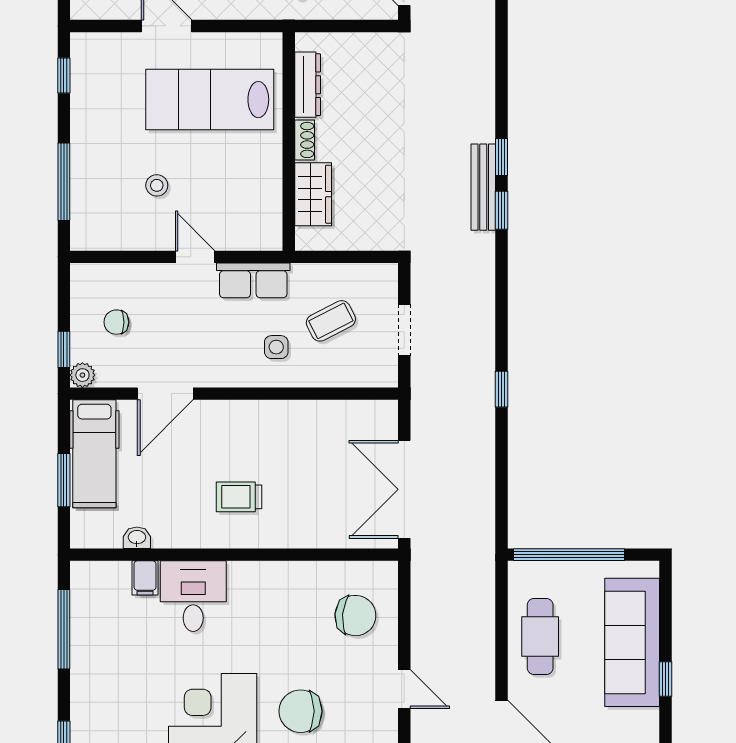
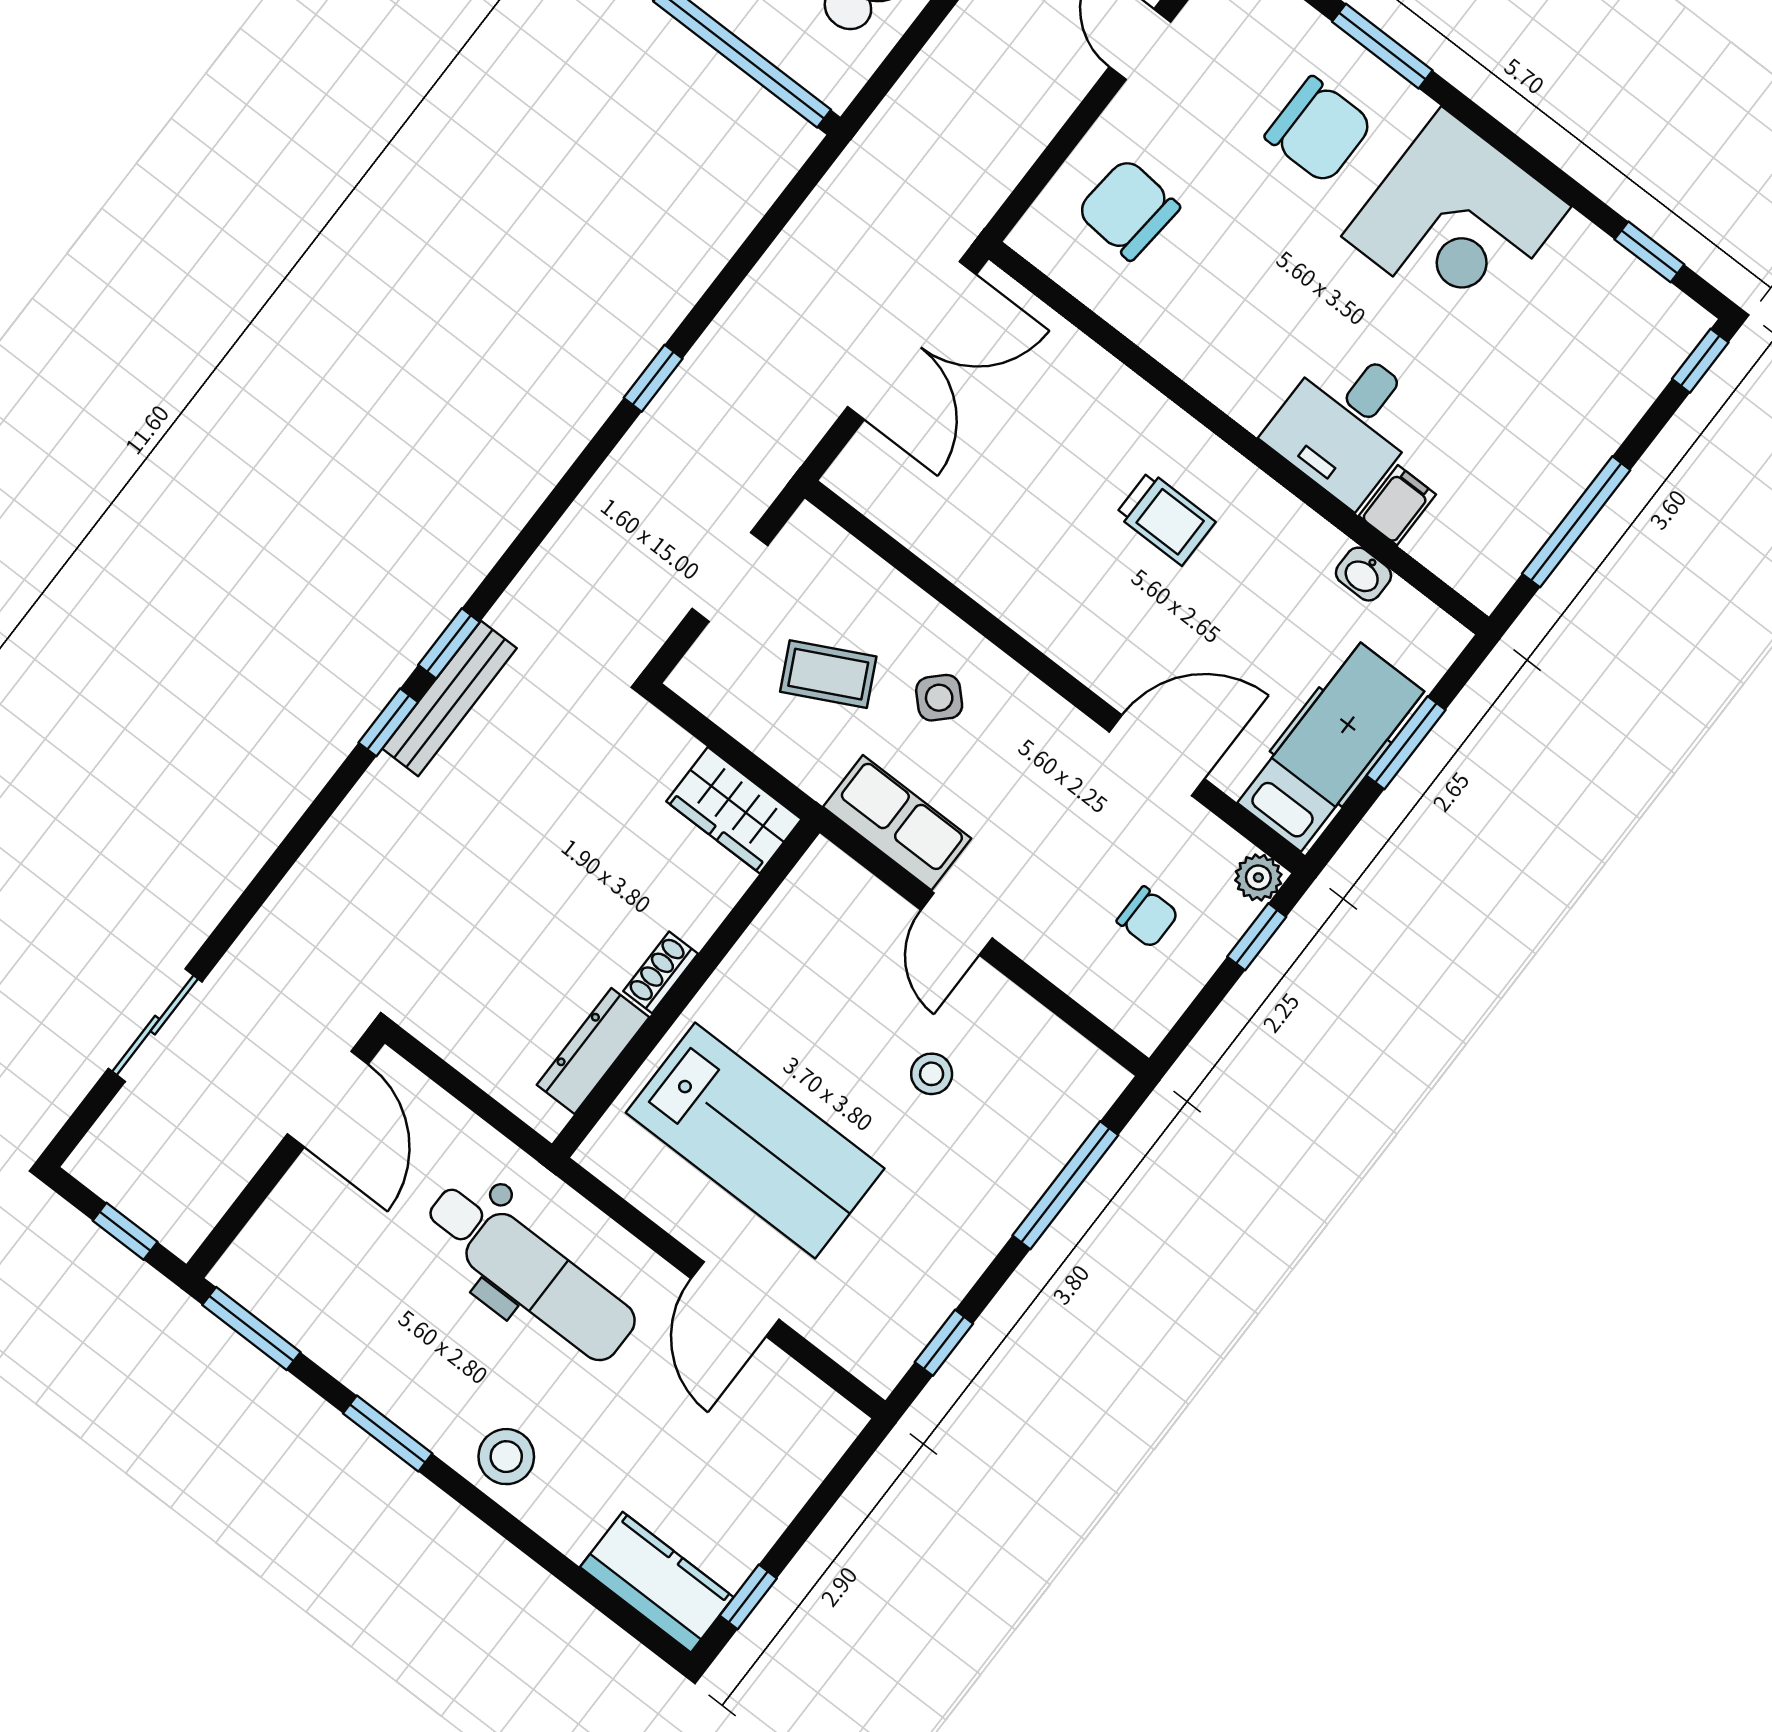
wardrobe: (313, 194) -> (734, 810), moved, turned -90
side table: (276, 347) -> (939, 698), turned 45

